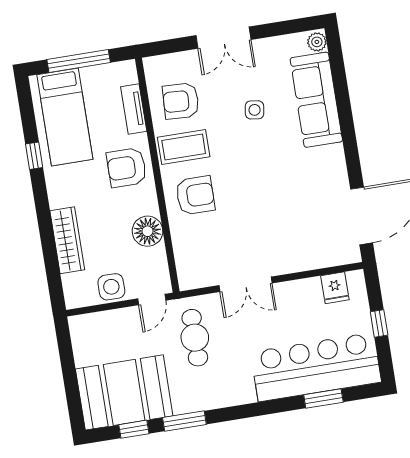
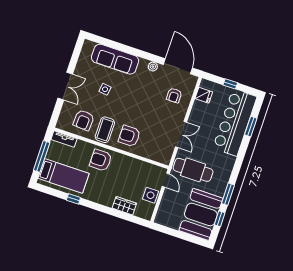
plant: (317, 42) -> (153, 67), moved
tv unit: (134, 109) -> (64, 139), moved
armchair: (127, 168) -> (101, 160), turned 90
armchair: (195, 195) -> (129, 136), turned -90
floor lamp: (148, 231) -> (134, 166), removed
armchair: (307, 236) -> (174, 95), added
wardrobe: (67, 240) -> (124, 206), width x0.67
cafe table: (195, 338) -> (193, 170), width x1.37, depth x1.35

